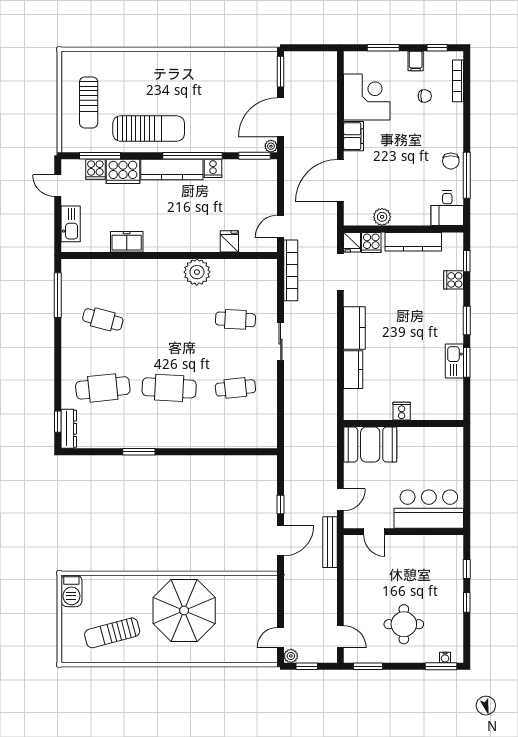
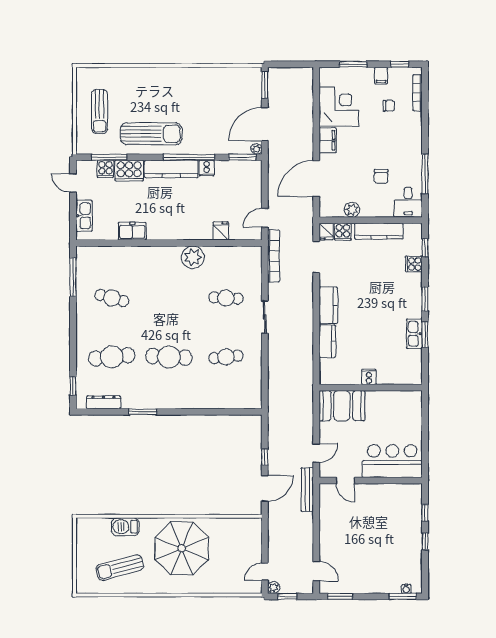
chair: (451, 161) -> (381, 176), moved
dresser: (69, 429) -> (104, 402), moved, turned -90
barbecue: (71, 591) -> (125, 527), moved, turned 90
round table: (404, 624) -> (371, 560), removed

